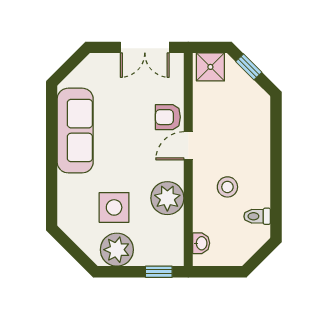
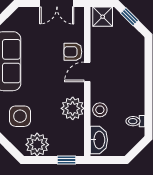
stool: (227, 187) -> (100, 110), moved
side table: (114, 207) -> (20, 116), moved
washbasin: (201, 243) -> (99, 140), width x1.91, depth x1.45

